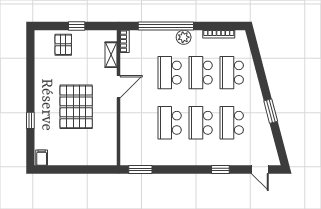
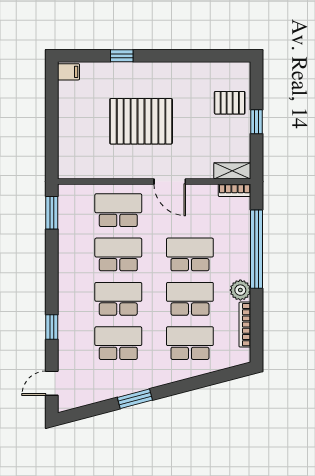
plant: (184, 37) -> (240, 290), moved
shelving: (111, 55) -> (232, 171), moved
school desk: (139, 123) -> (118, 210), added

